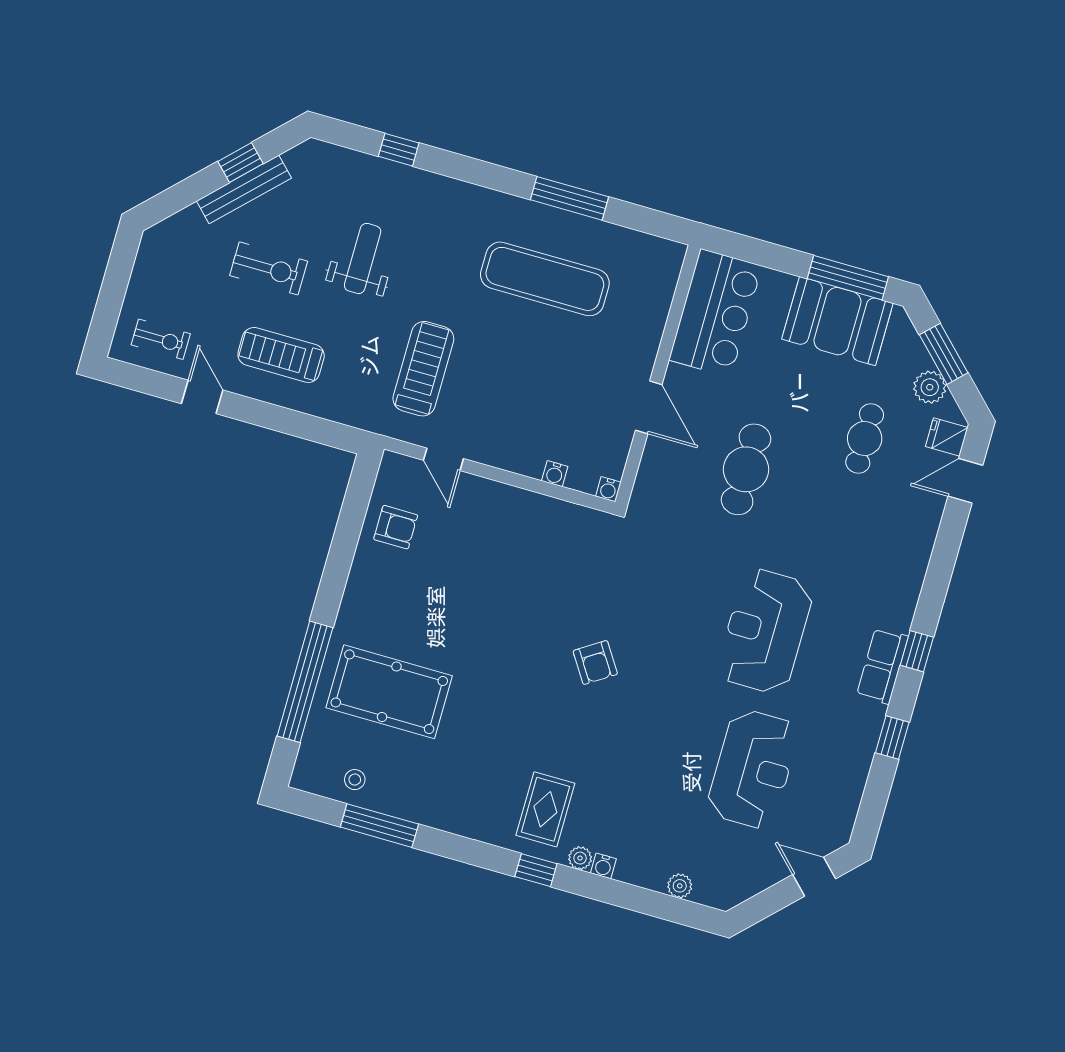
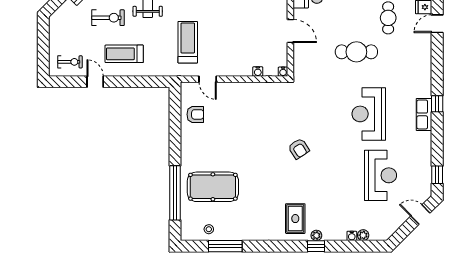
cafe table: (746, 469) -> (356, 52), moved, turned 90
window: (892, 738) -> (437, 175), moved
water cooler: (603, 866) -> (352, 236), moved
window: (536, 870) -> (316, 246), moved

